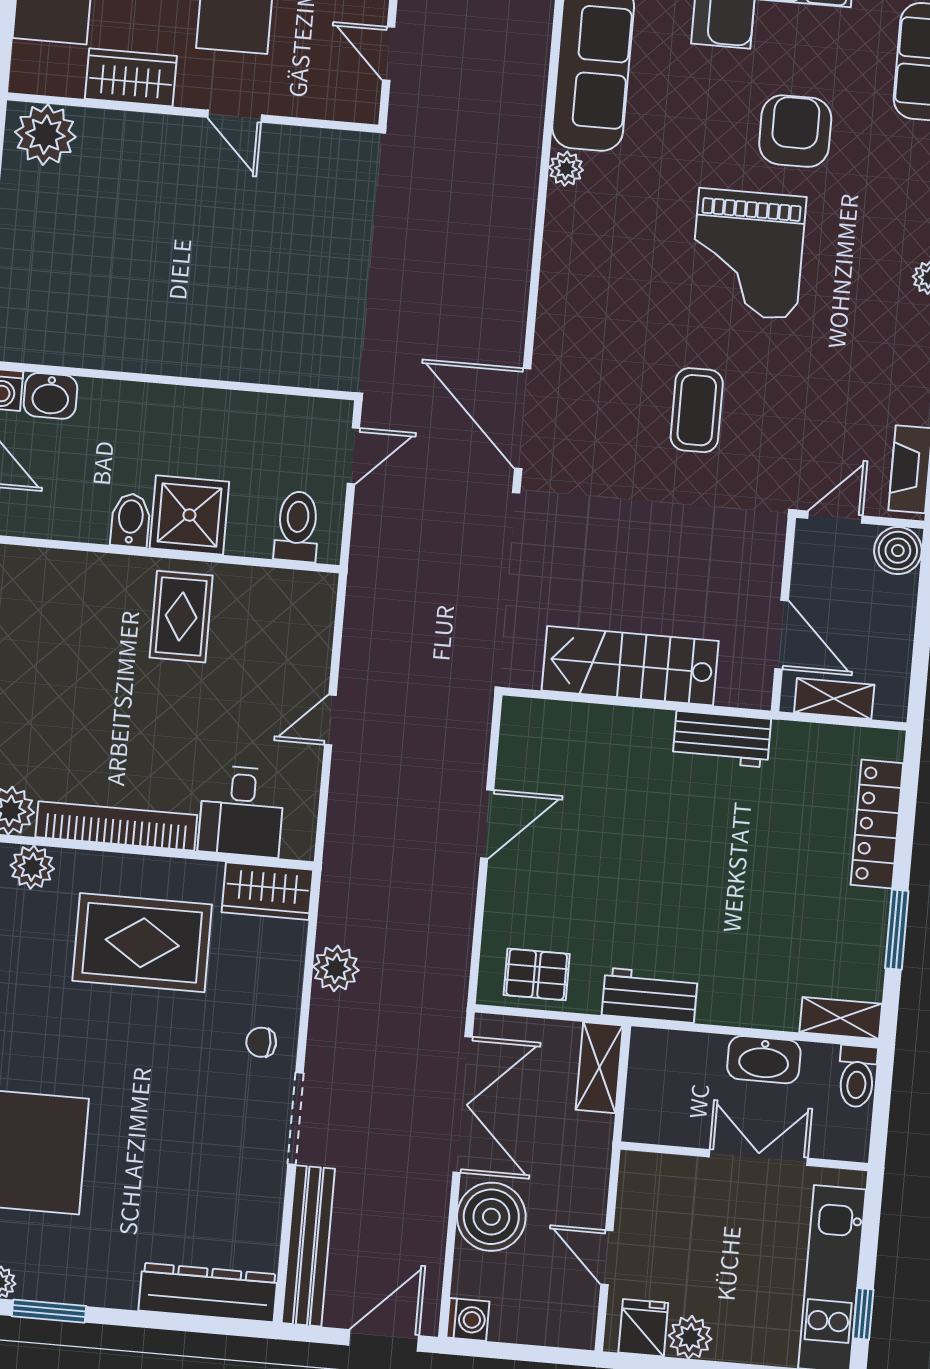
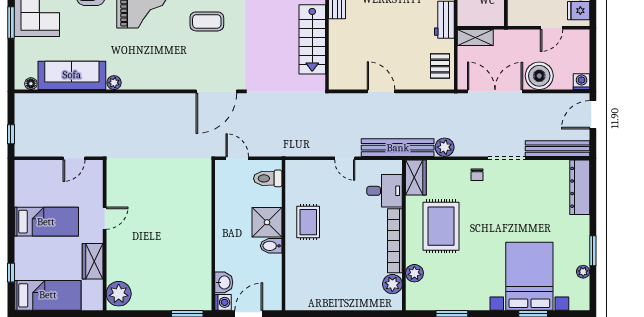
rug: (181, 617) -> (308, 222), turned 90
bench: (345, 853) -> (398, 148), added
door: (384, 1340) -> (593, 115), hinge flipped

